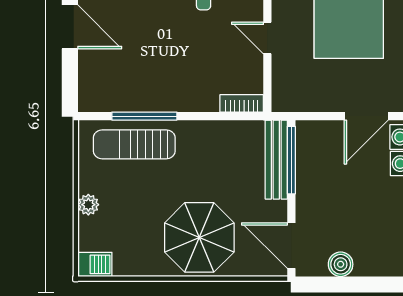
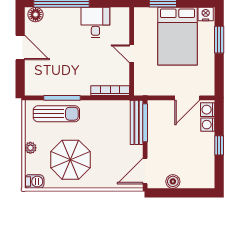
bookcase: (242, 103) -> (110, 91), width x1.56
sun lounger: (134, 144) -> (56, 114), turned 180
parasol: (199, 237) -> (70, 160), moved
door: (291, 246) -> (145, 171), hinge flipped

